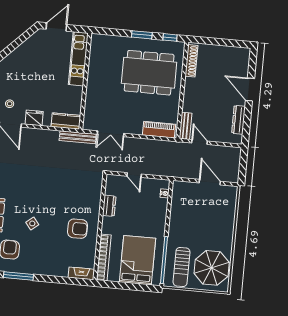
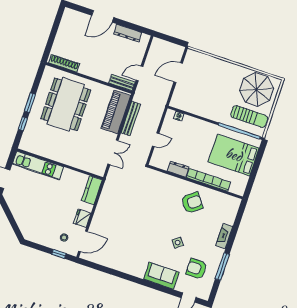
window: (170, 37) -> (23, 124), moved
piano: (159, 130) -> (116, 112), width x1.37, depth x1.33
bench: (78, 137) -> (131, 118), moved
armchair: (77, 229) -> (192, 203), turned 53
bookcase: (104, 258) -> (208, 180), moved
fireplace: (81, 273) -> (224, 236), moved

